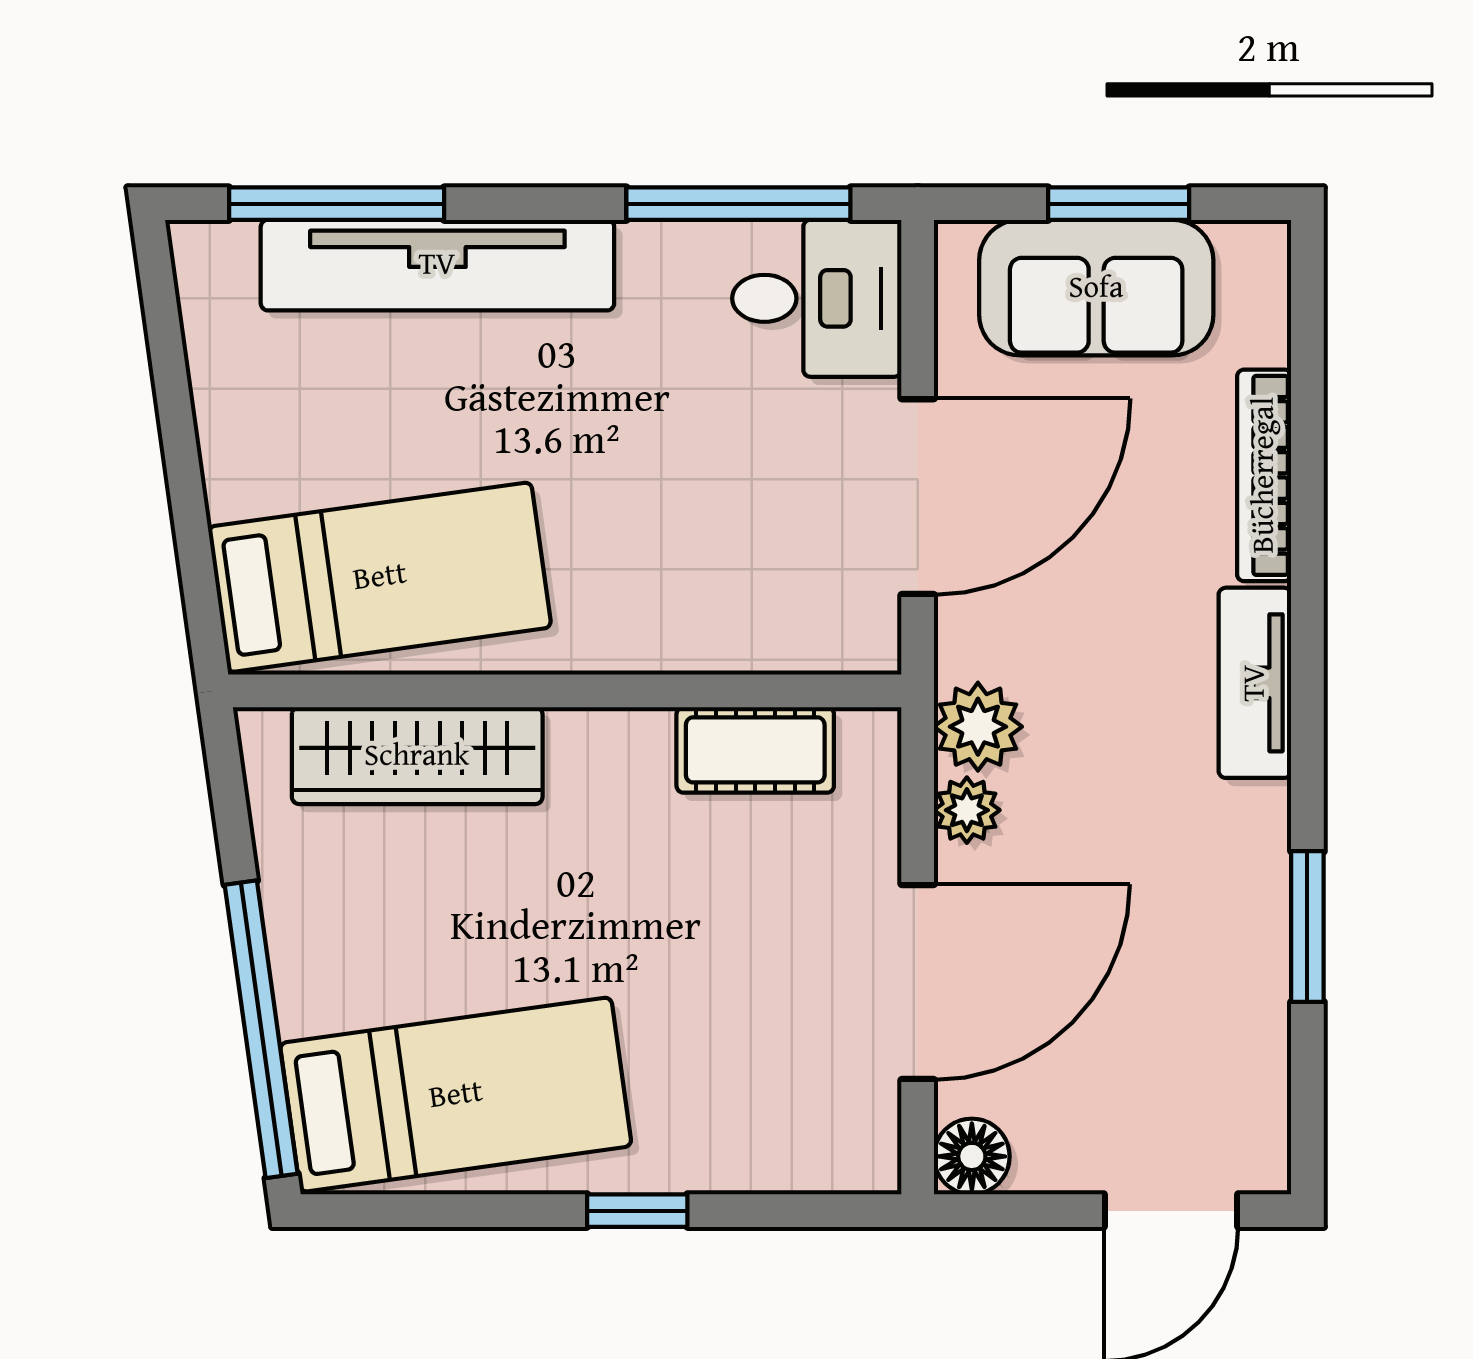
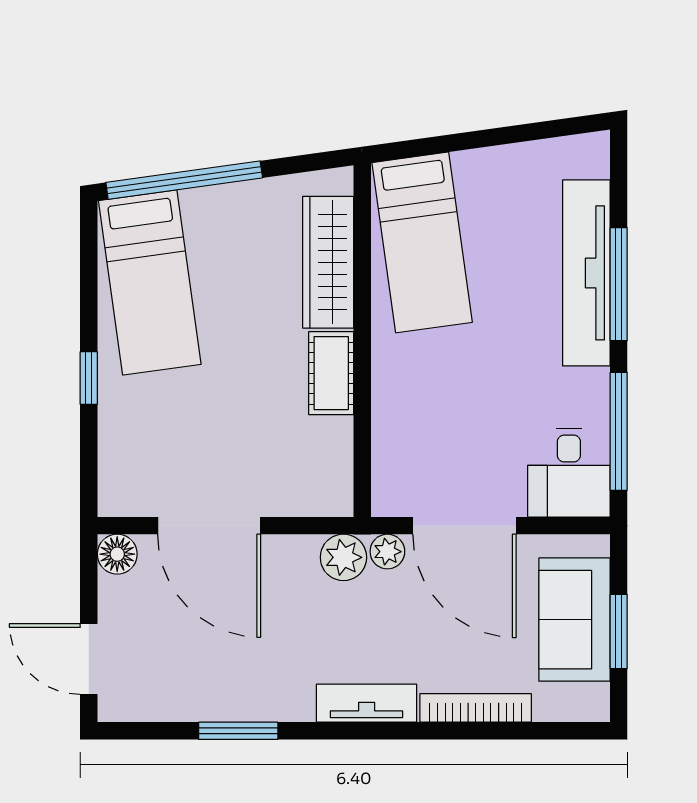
window: (337, 204) -> (619, 284), moved
cot: (755, 750) -> (331, 373), moved
plant: (967, 810) -> (387, 552), moved

